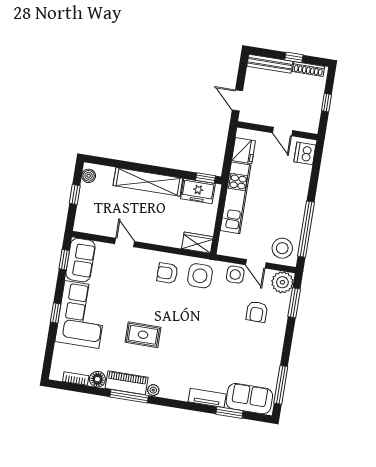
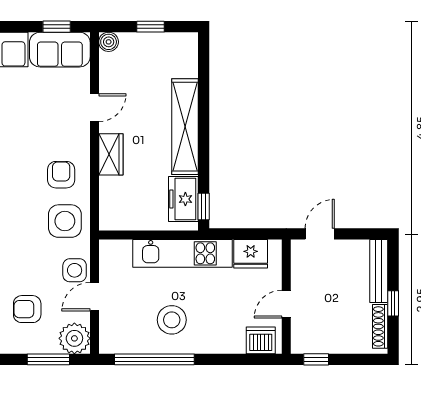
window: (326, 103) -> (316, 359), moved
boiler: (89, 176) -> (109, 42), moved
wardrobe: (197, 243) -> (111, 154), moved
stool: (282, 248) -> (172, 320), moved

